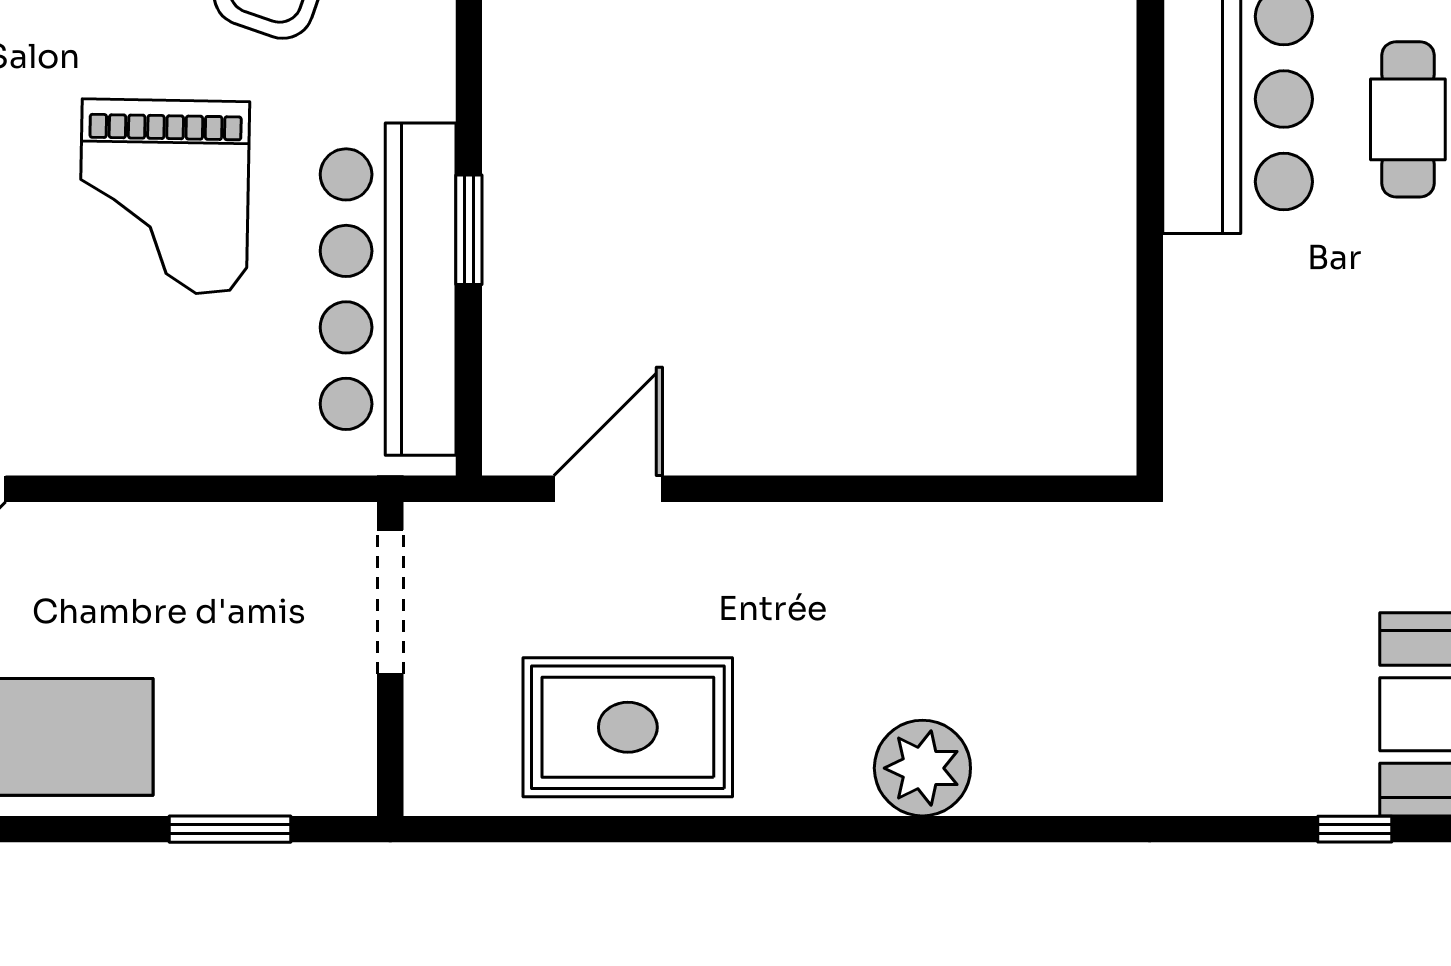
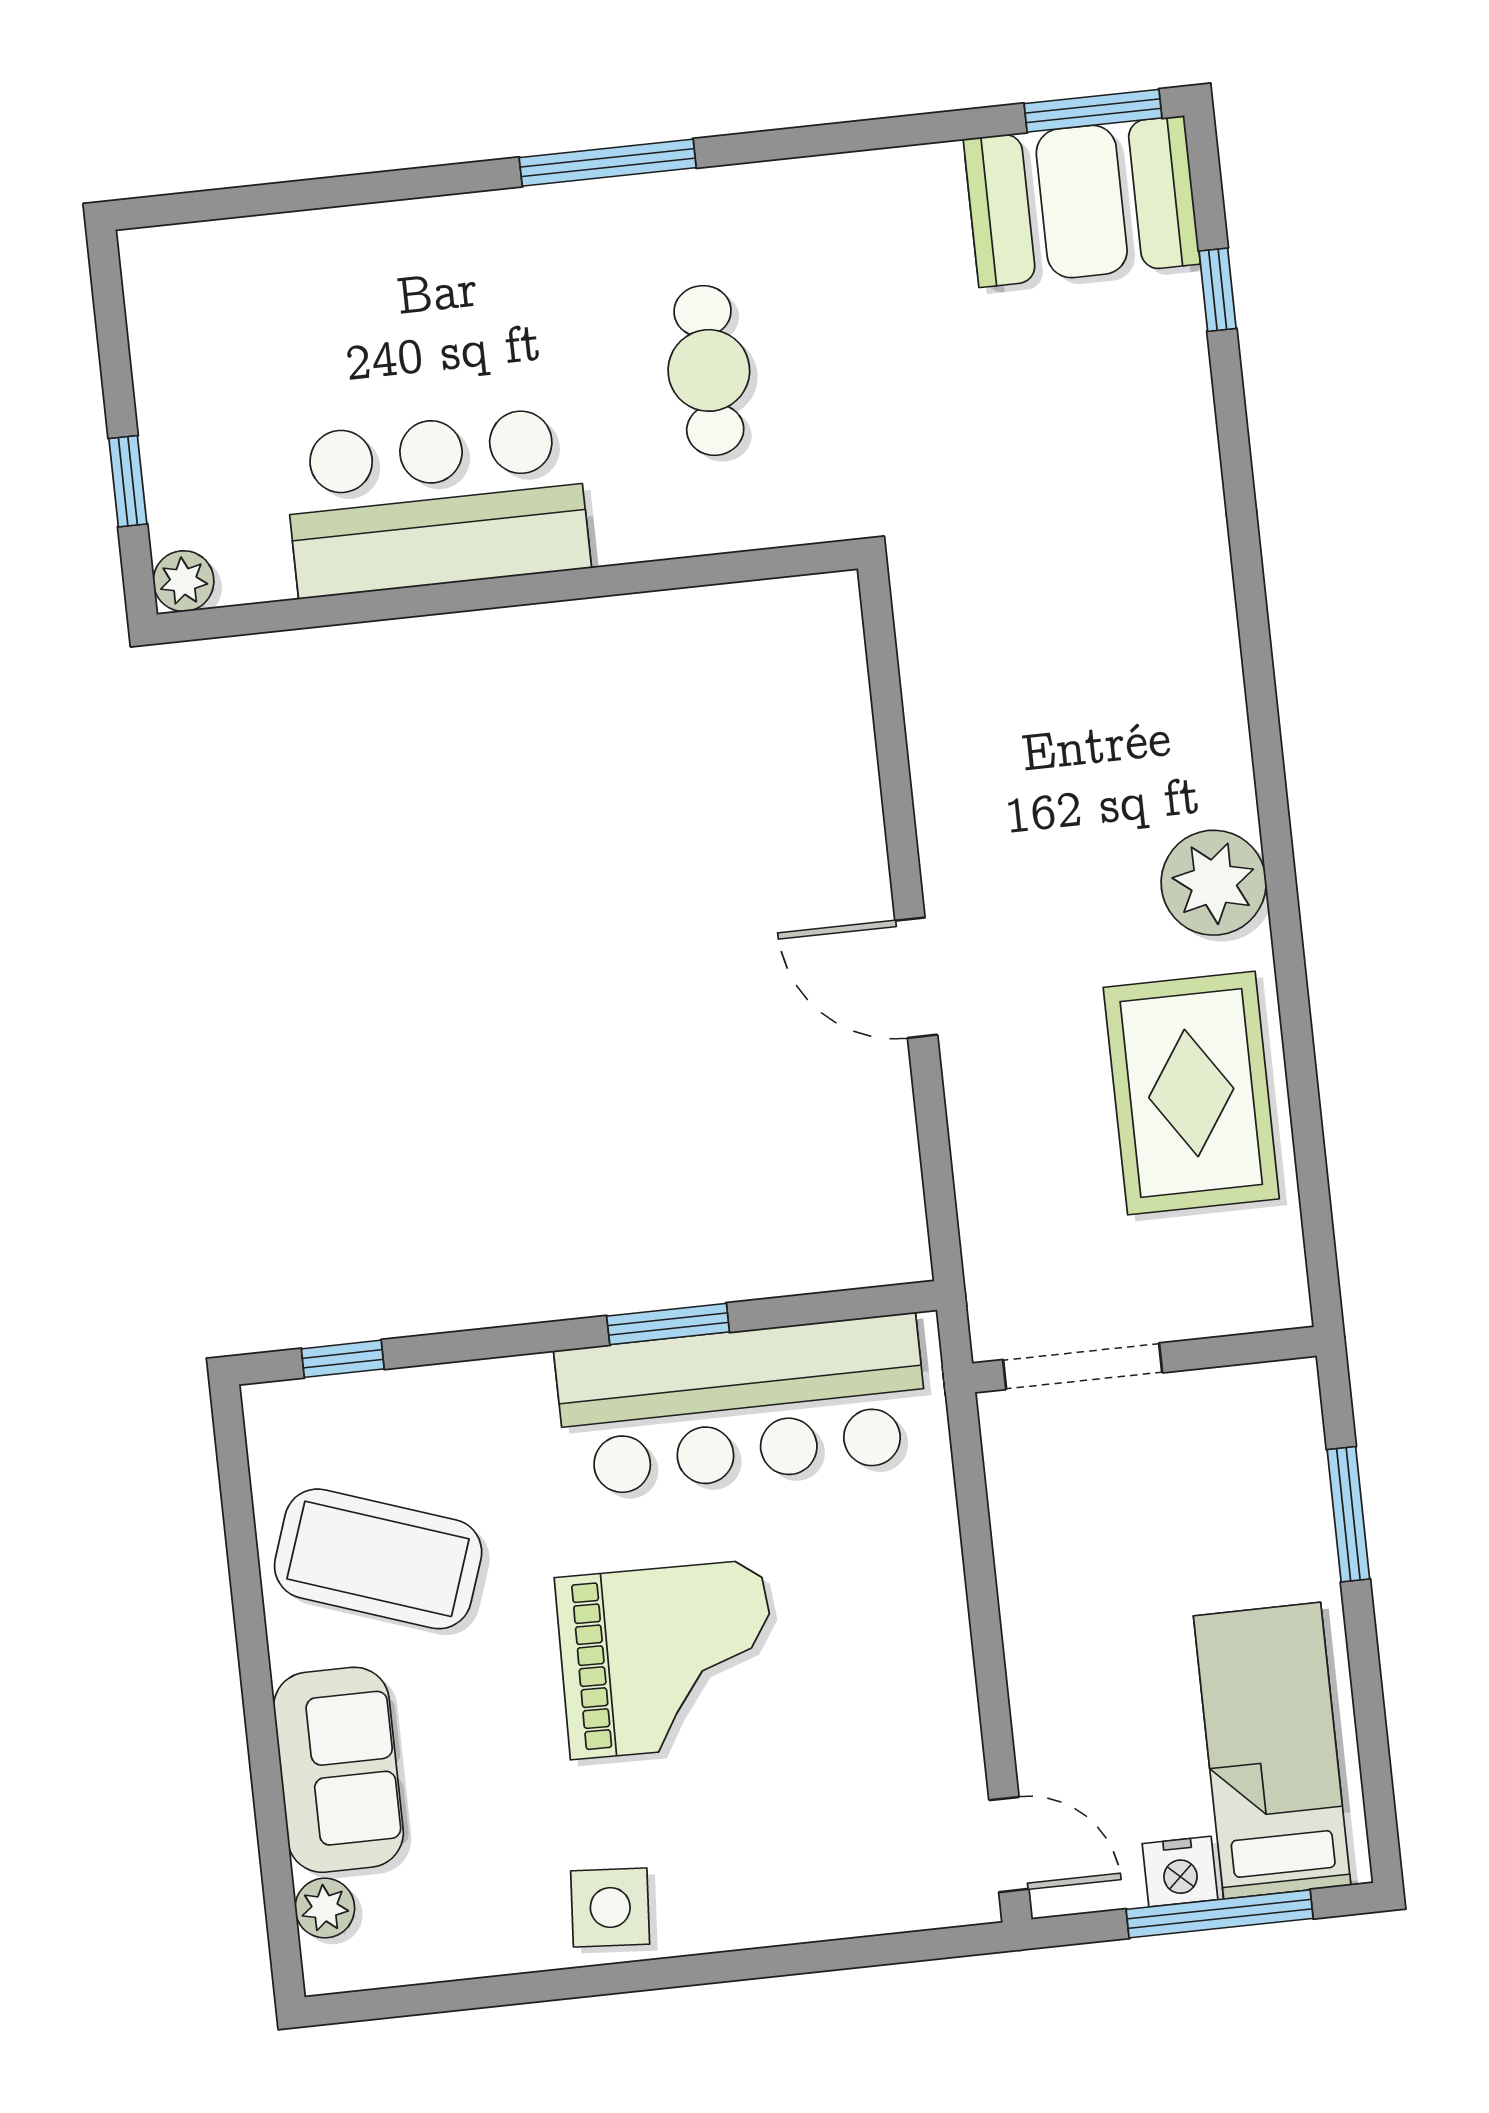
cafe table: (1408, 119) -> (709, 370), moved, turned 90
door: (608, 489) -> (916, 978), moved
plant: (922, 768) -> (1214, 883), moved

